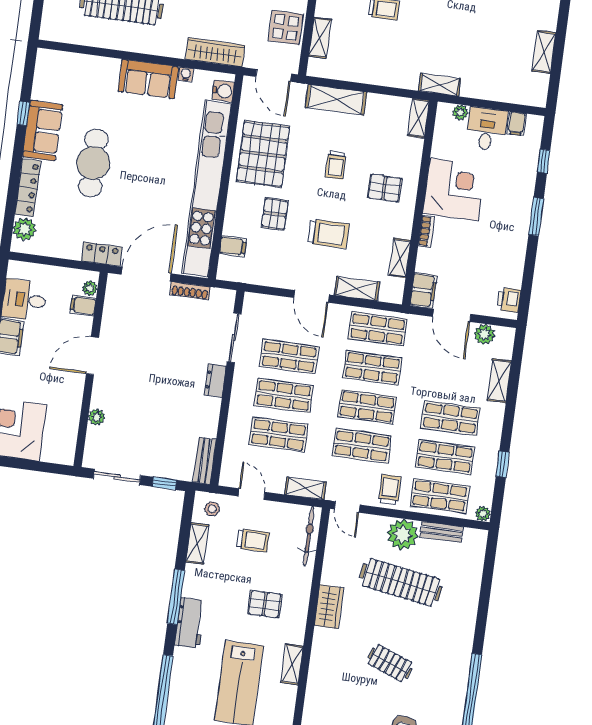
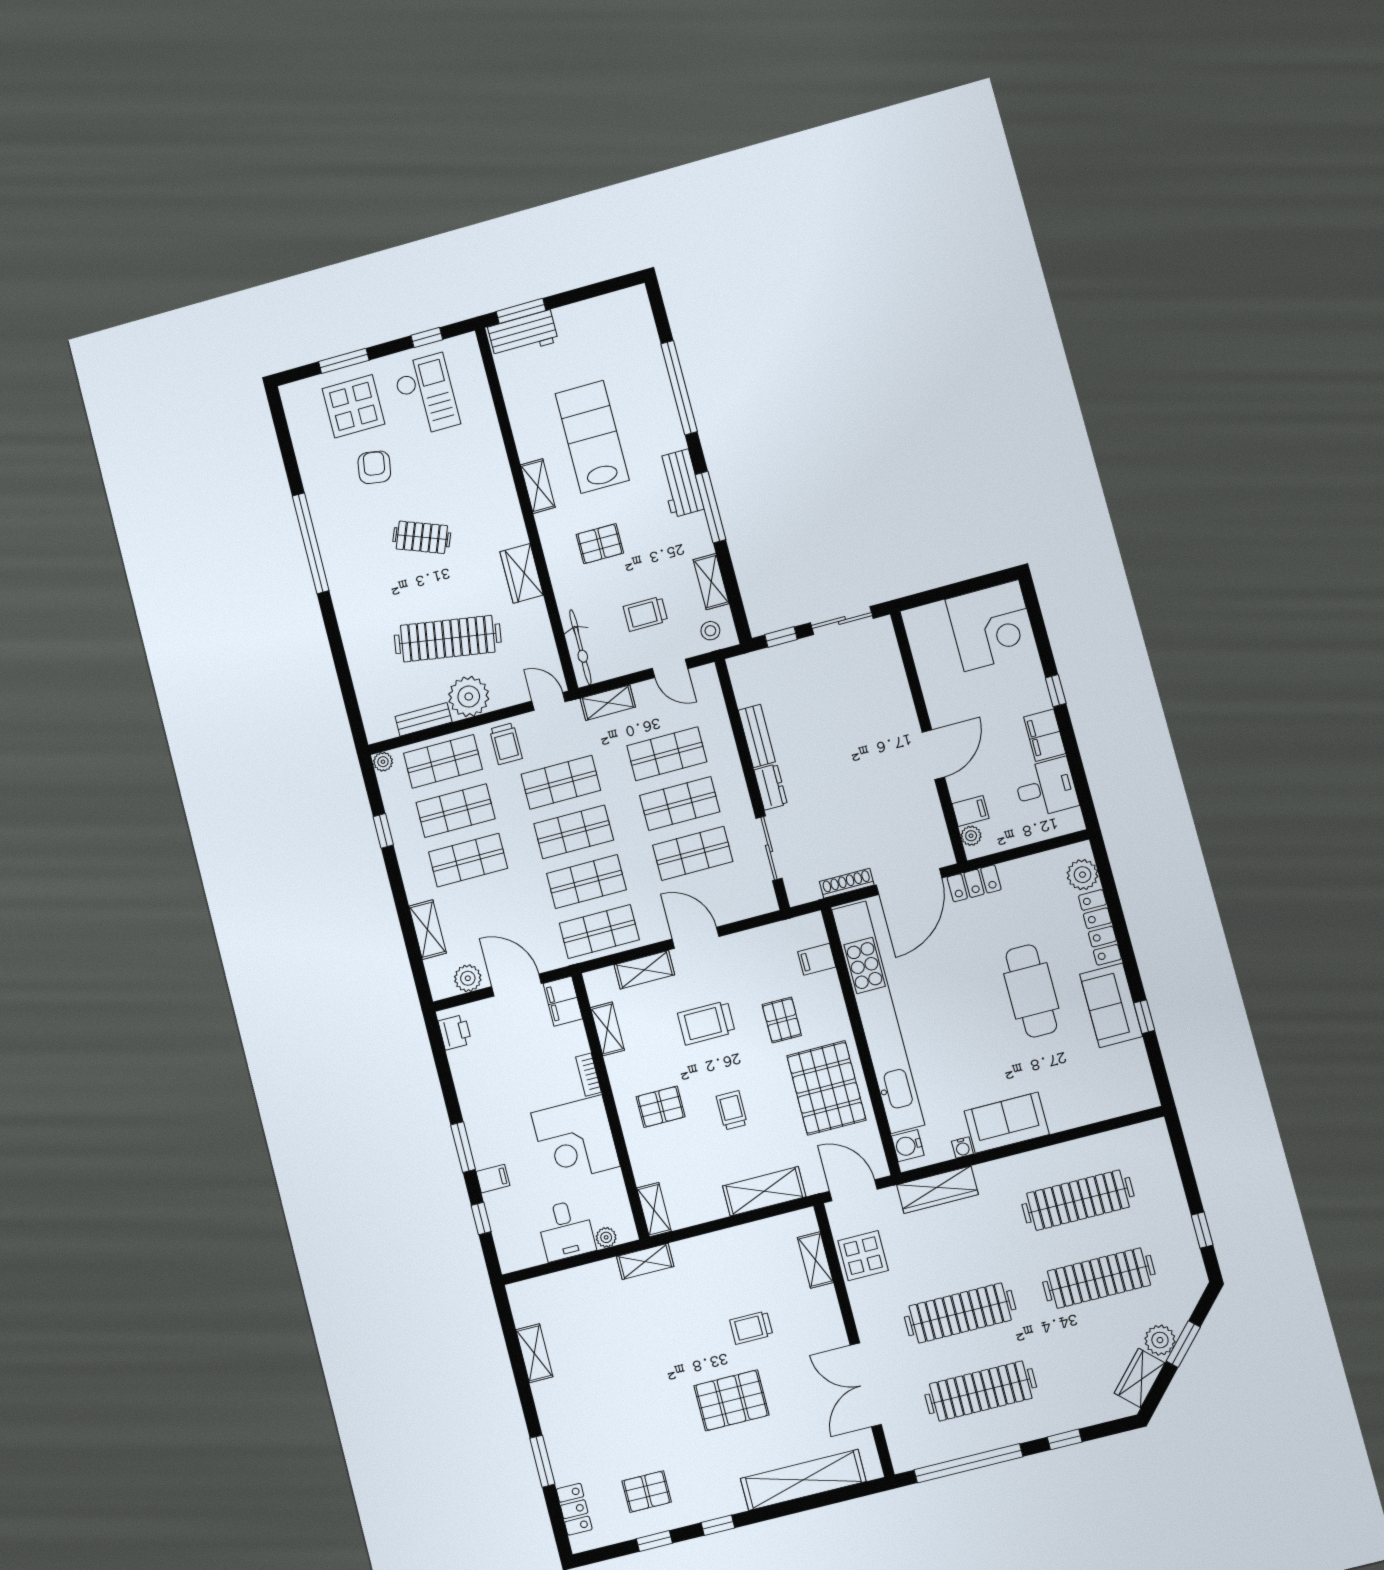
filing cabinet: (517, 124) -> (493, 1179), moved, turned 90
plant: (97, 417) -> (897, 682), removed
bench: (205, 461) -> (757, 736), moved

